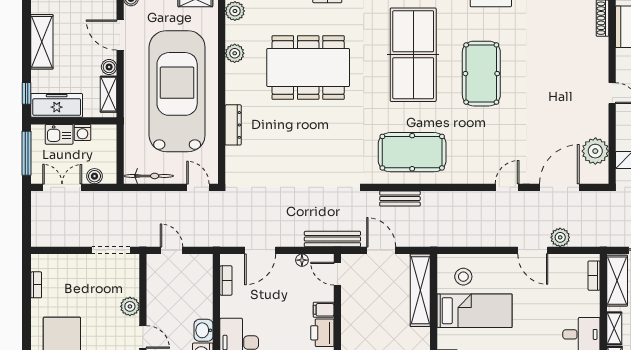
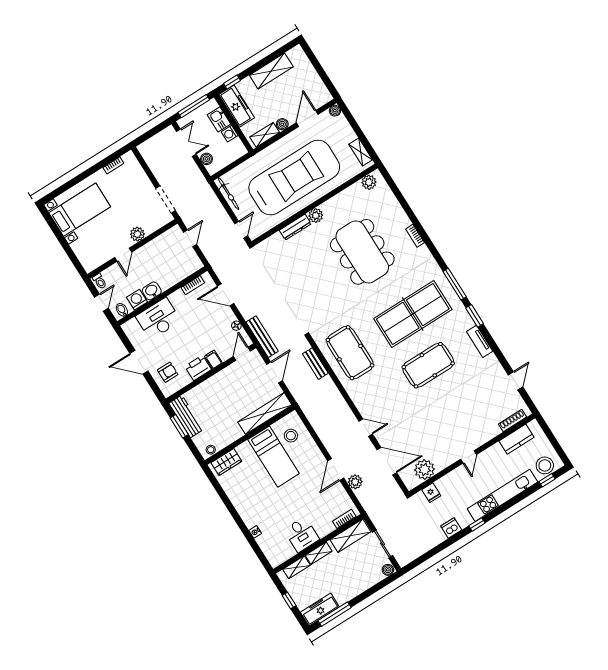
plant: (235, 53) -> (316, 215), moved

